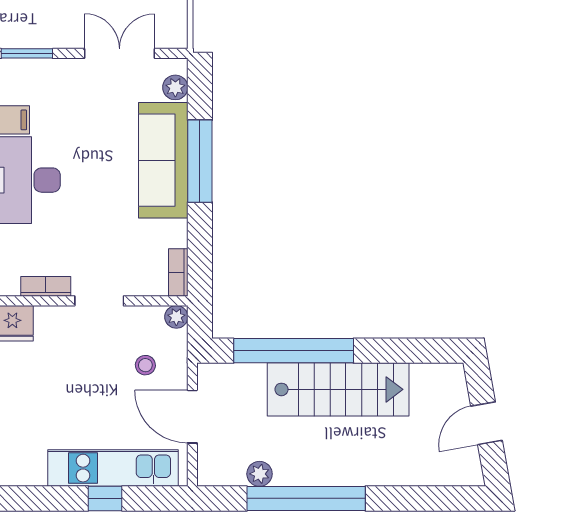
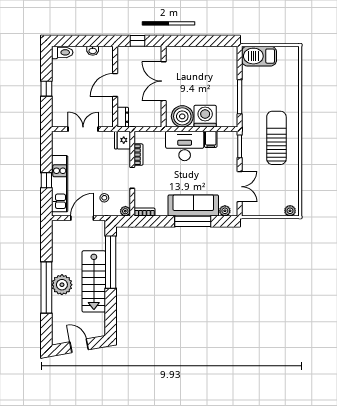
plant: (260, 474) -> (62, 285), moved, width x1.88, depth x1.88
window: (306, 498) -> (46, 287), moved

